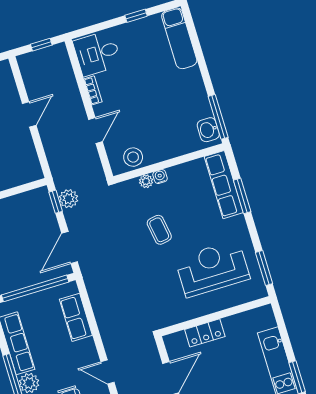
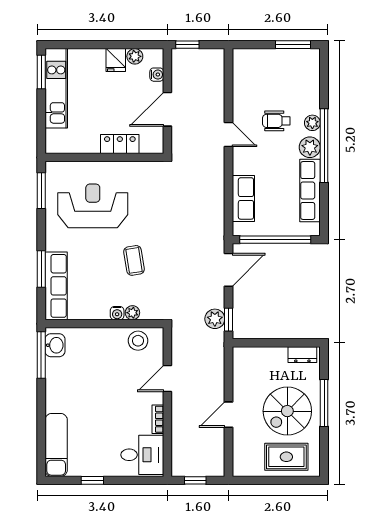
reception desk: (212, 268) -> (93, 206), turned 180

